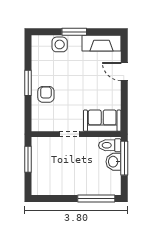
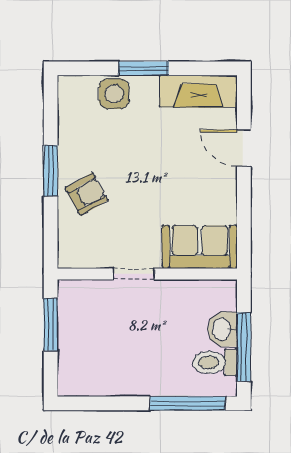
armchair: (46, 94) -> (87, 194), turned 61
toilet: (110, 145) -> (215, 362), moved
window: (124, 158) -> (244, 347), moved

